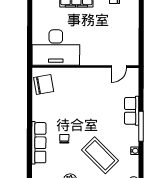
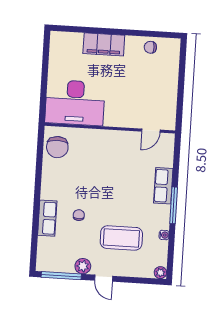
chair: (44, 84) -> (57, 147), turned 100
row of seats: (39, 143) -> (47, 218), width x0.68
coffee table: (100, 155) -> (121, 238), turned -45

